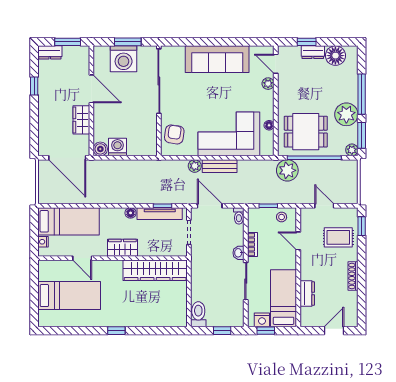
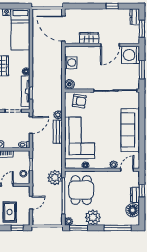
washing machine: (124, 59) -> (131, 55), moved
window: (362, 94) -> (118, 228), moved
boiler: (100, 149) -> (69, 84), moved
door: (67, 158) -> (63, 29), hinge flipped

